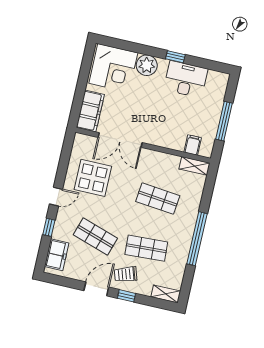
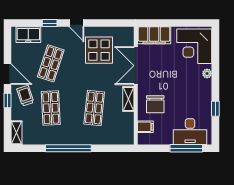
window: (175, 57) -> (215, 109), moved
plant: (147, 65) -> (207, 73), width x0.53, depth x0.53
desk: (186, 79) -> (190, 132), moved, turned 90
window: (224, 121) -> (186, 148), moved
chair: (170, 128) -> (155, 104), added
shelving: (194, 166) -> (128, 99), moved

